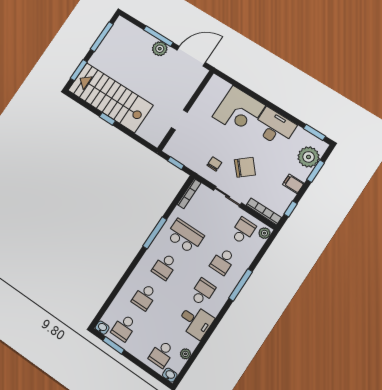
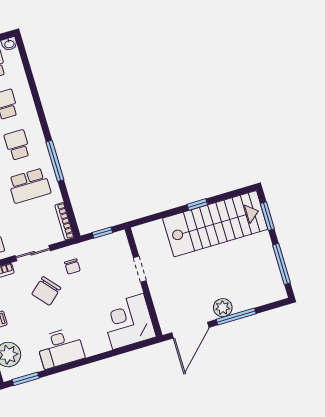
corner desk: (239, 111) -> (128, 321), moved

